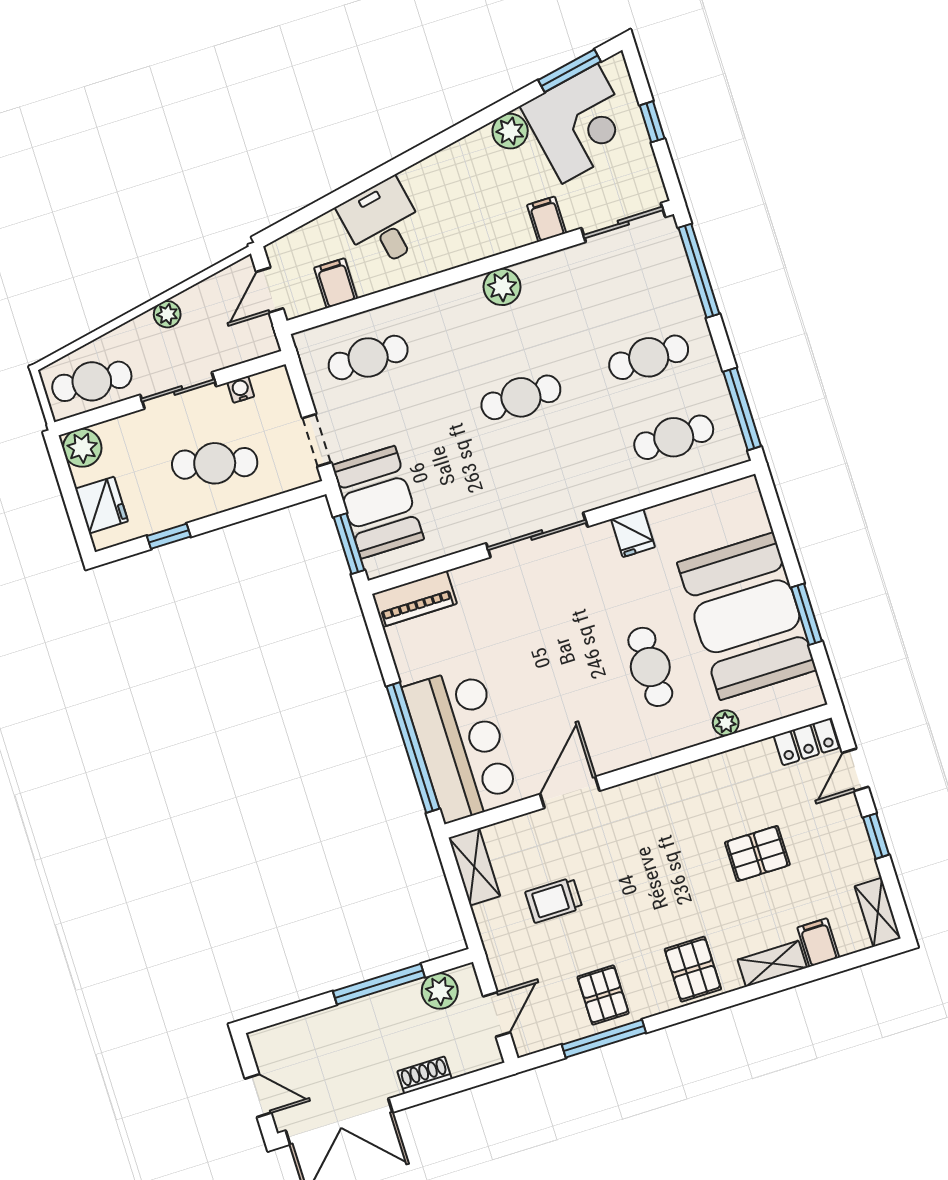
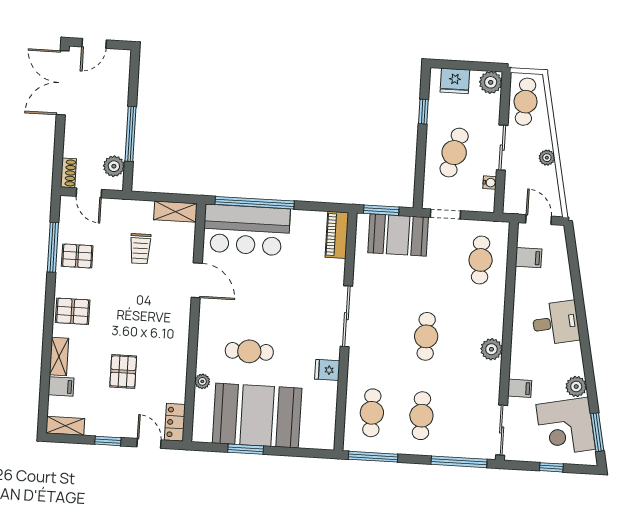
desk: (383, 223) -> (556, 323), moved
trolley: (554, 900) -> (140, 249), turned 180
shoe rack: (424, 1075) -> (68, 173), moved

